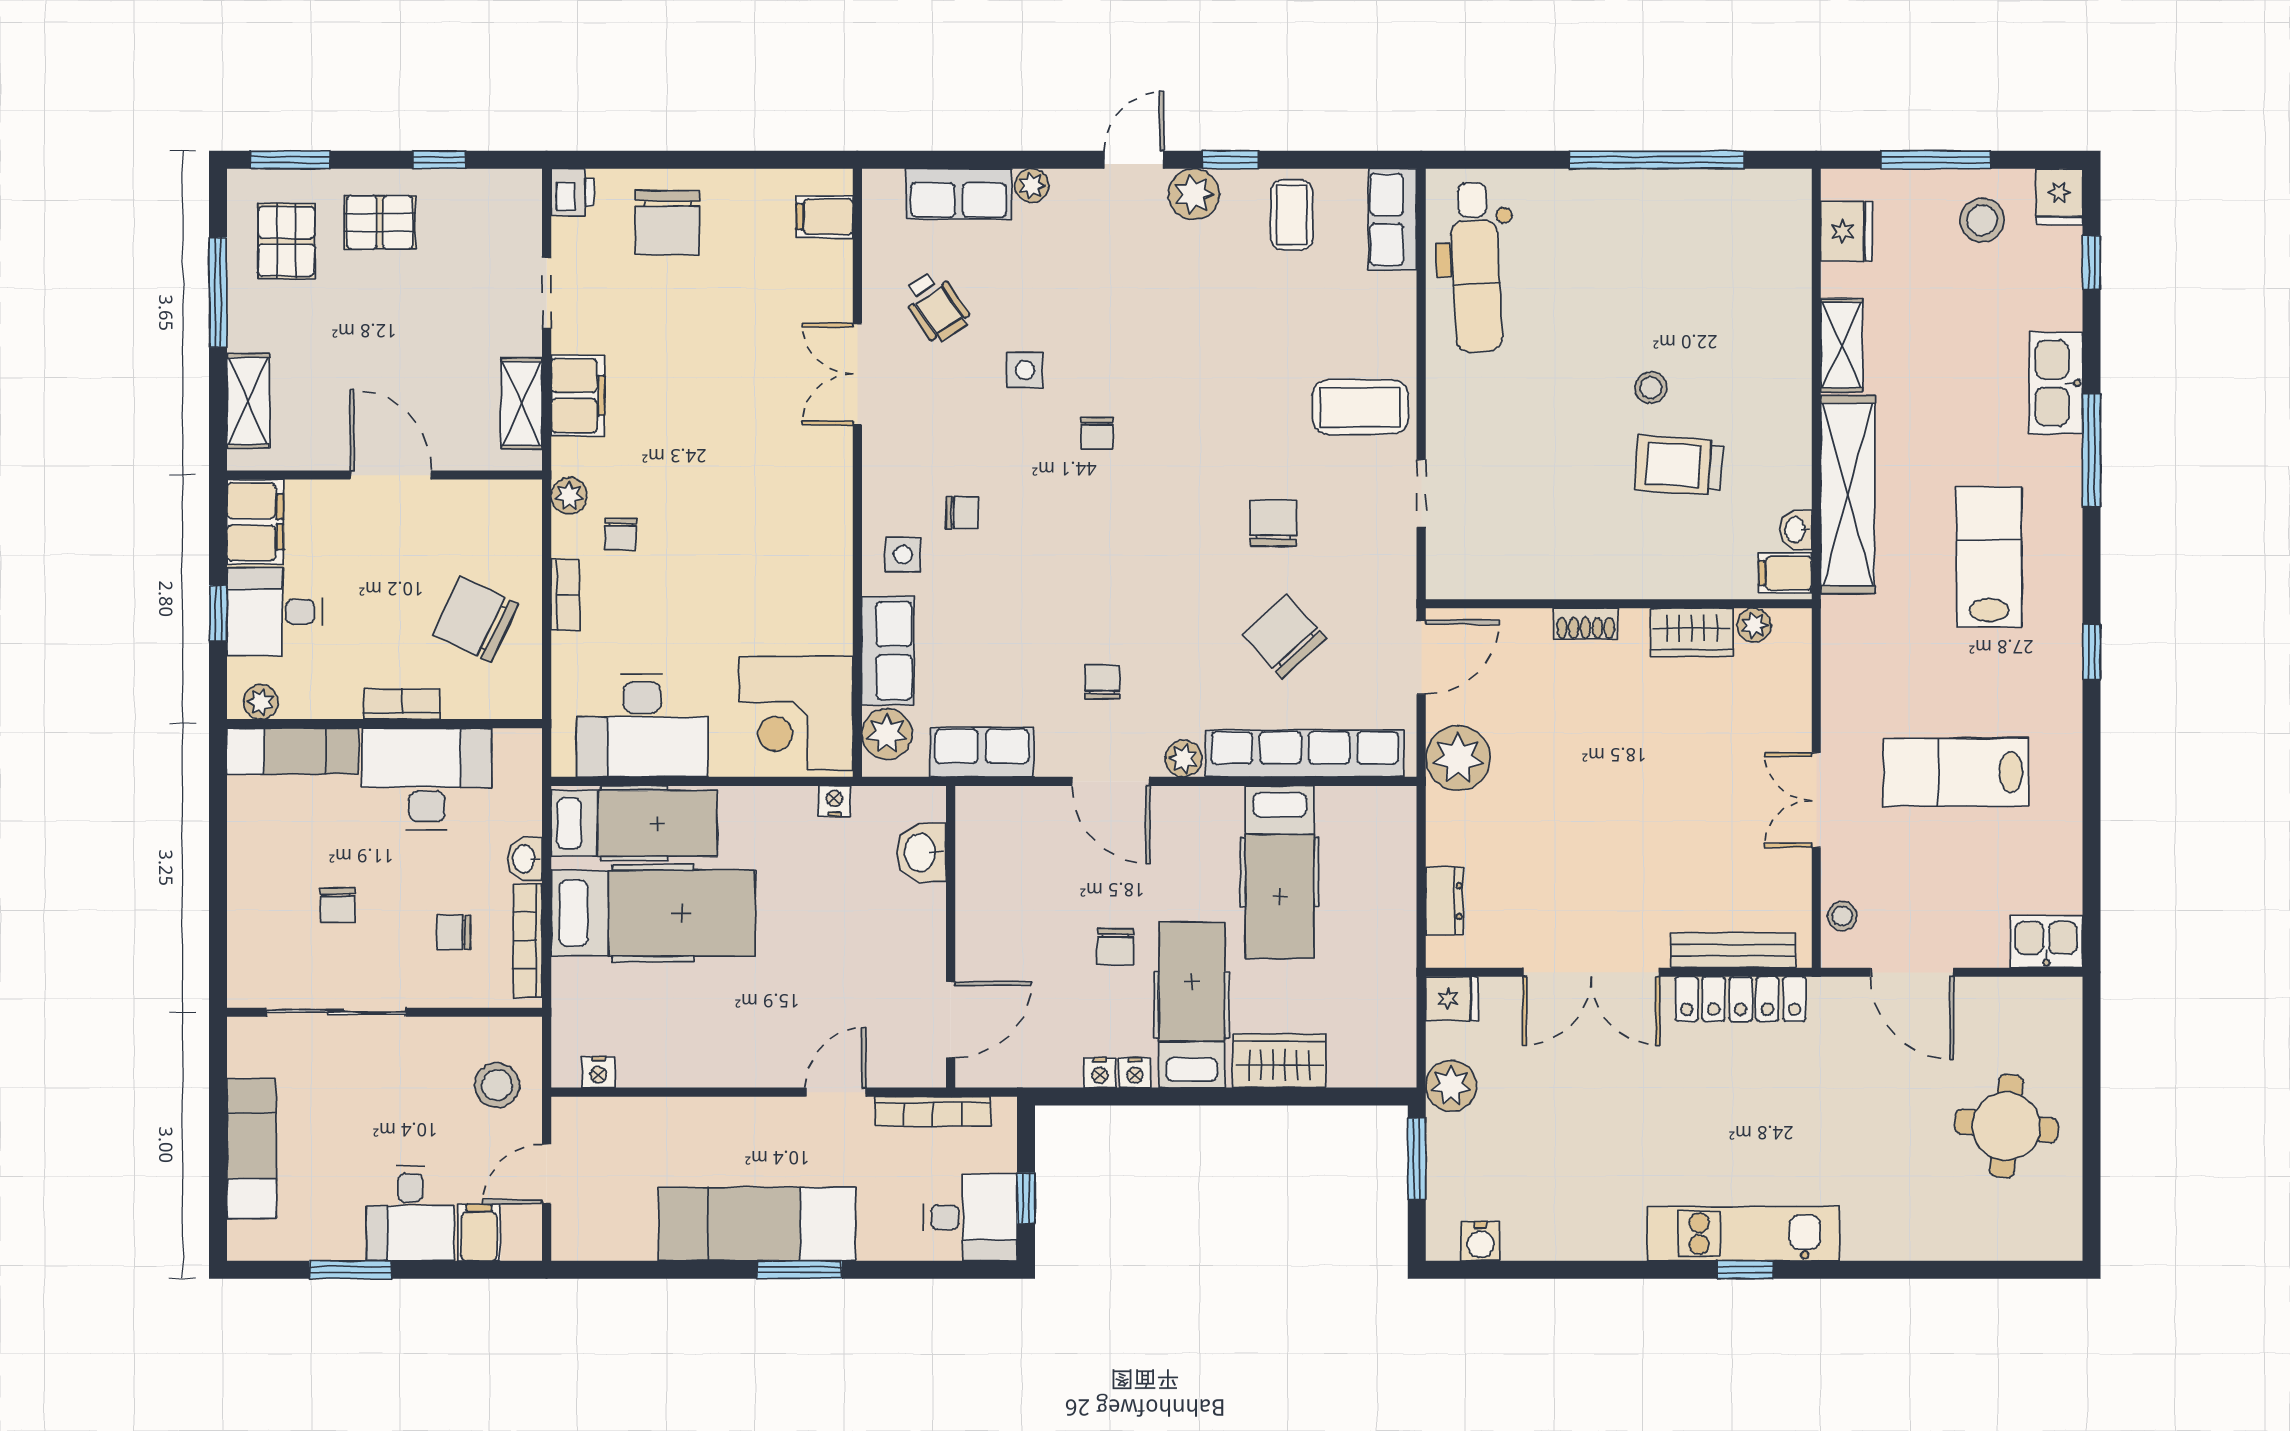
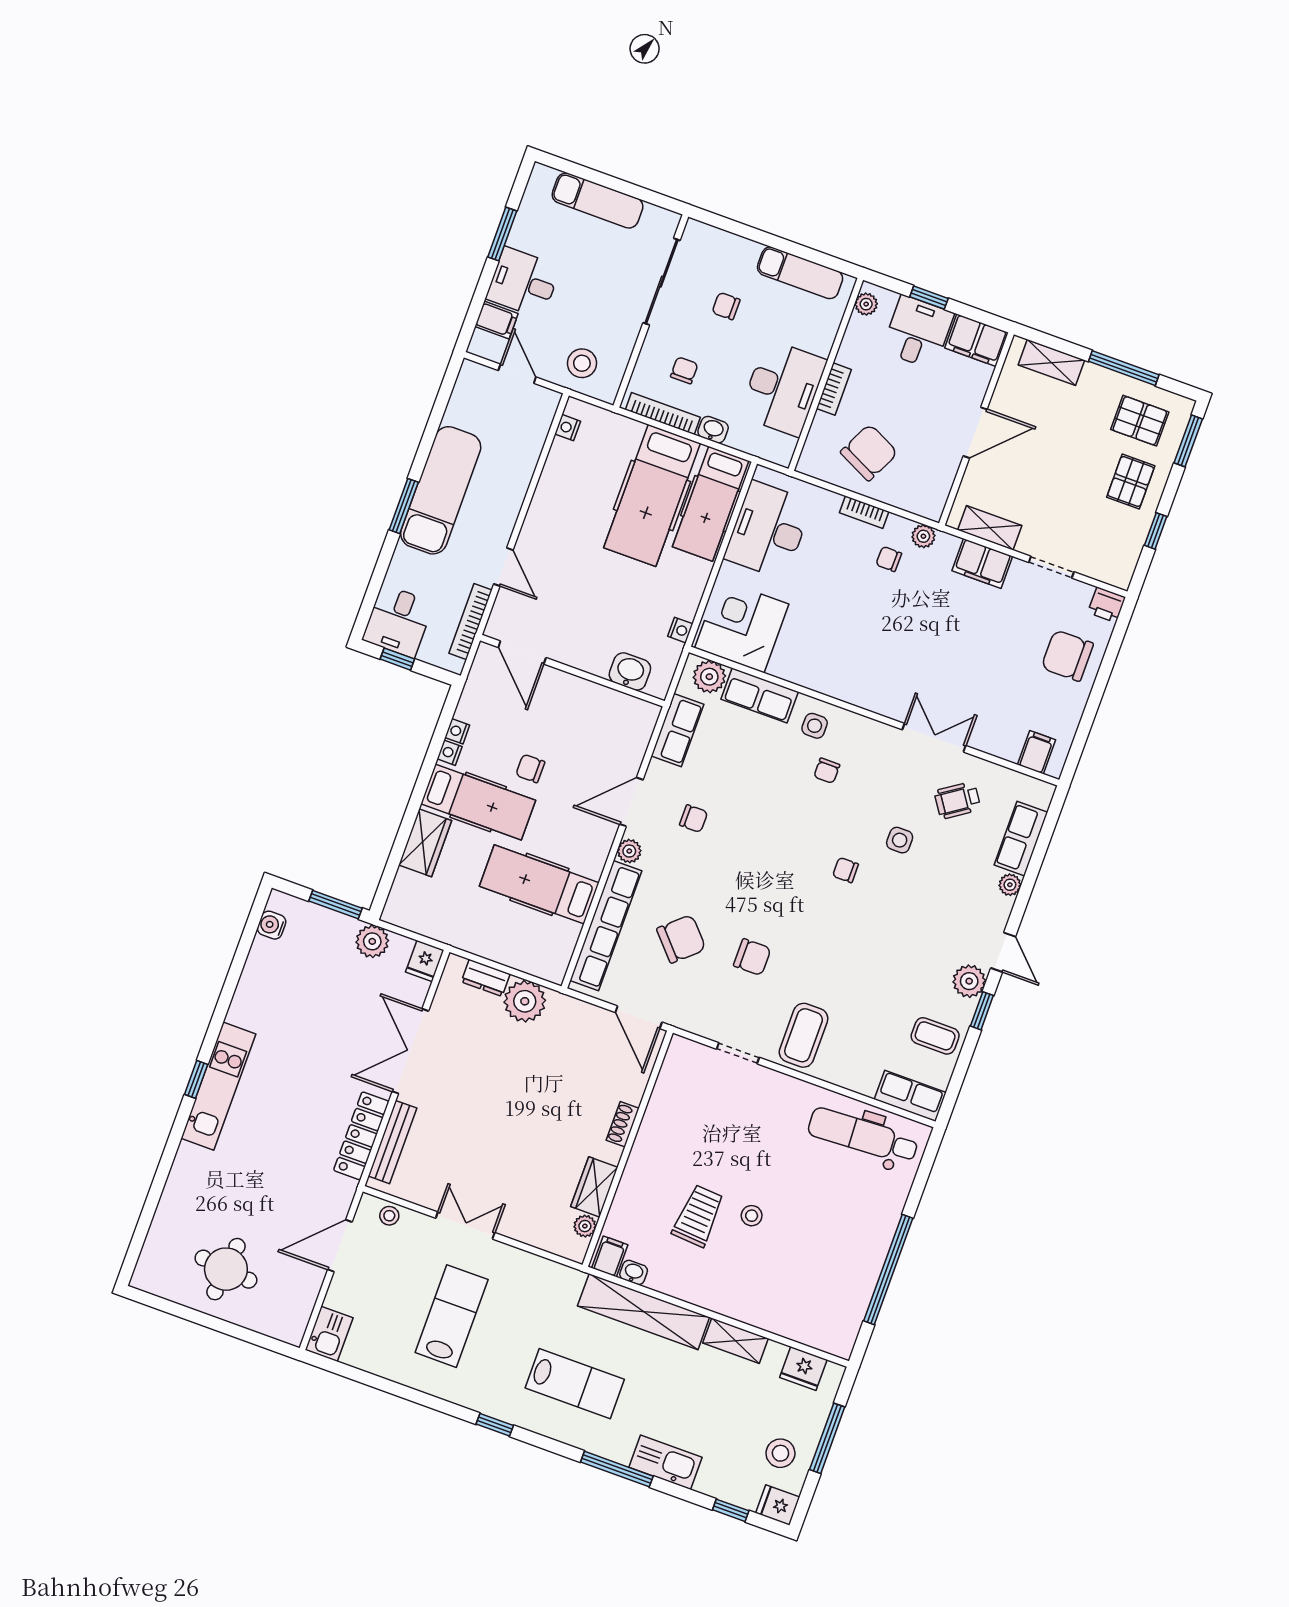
exam couch: (293, 751) -> (800, 273), moved, turned -90
plant: (1458, 758) -> (525, 1001), moved

